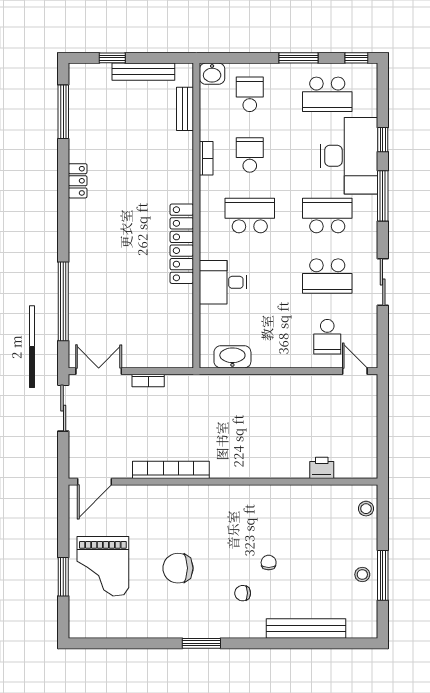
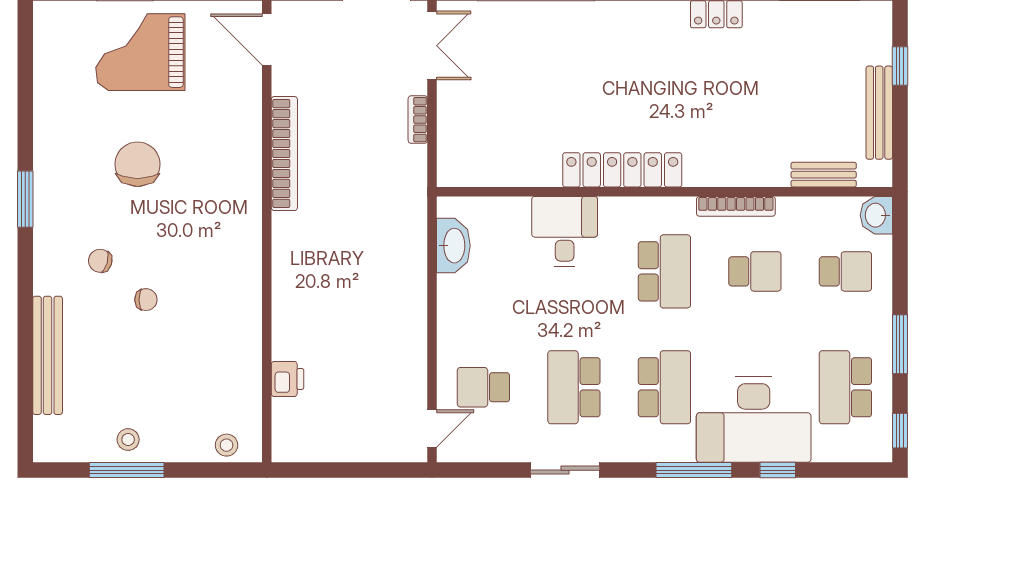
bookcase: (206, 158) -> (736, 206), width x1.56
chair: (243, 593) -> (100, 261), turned -74

